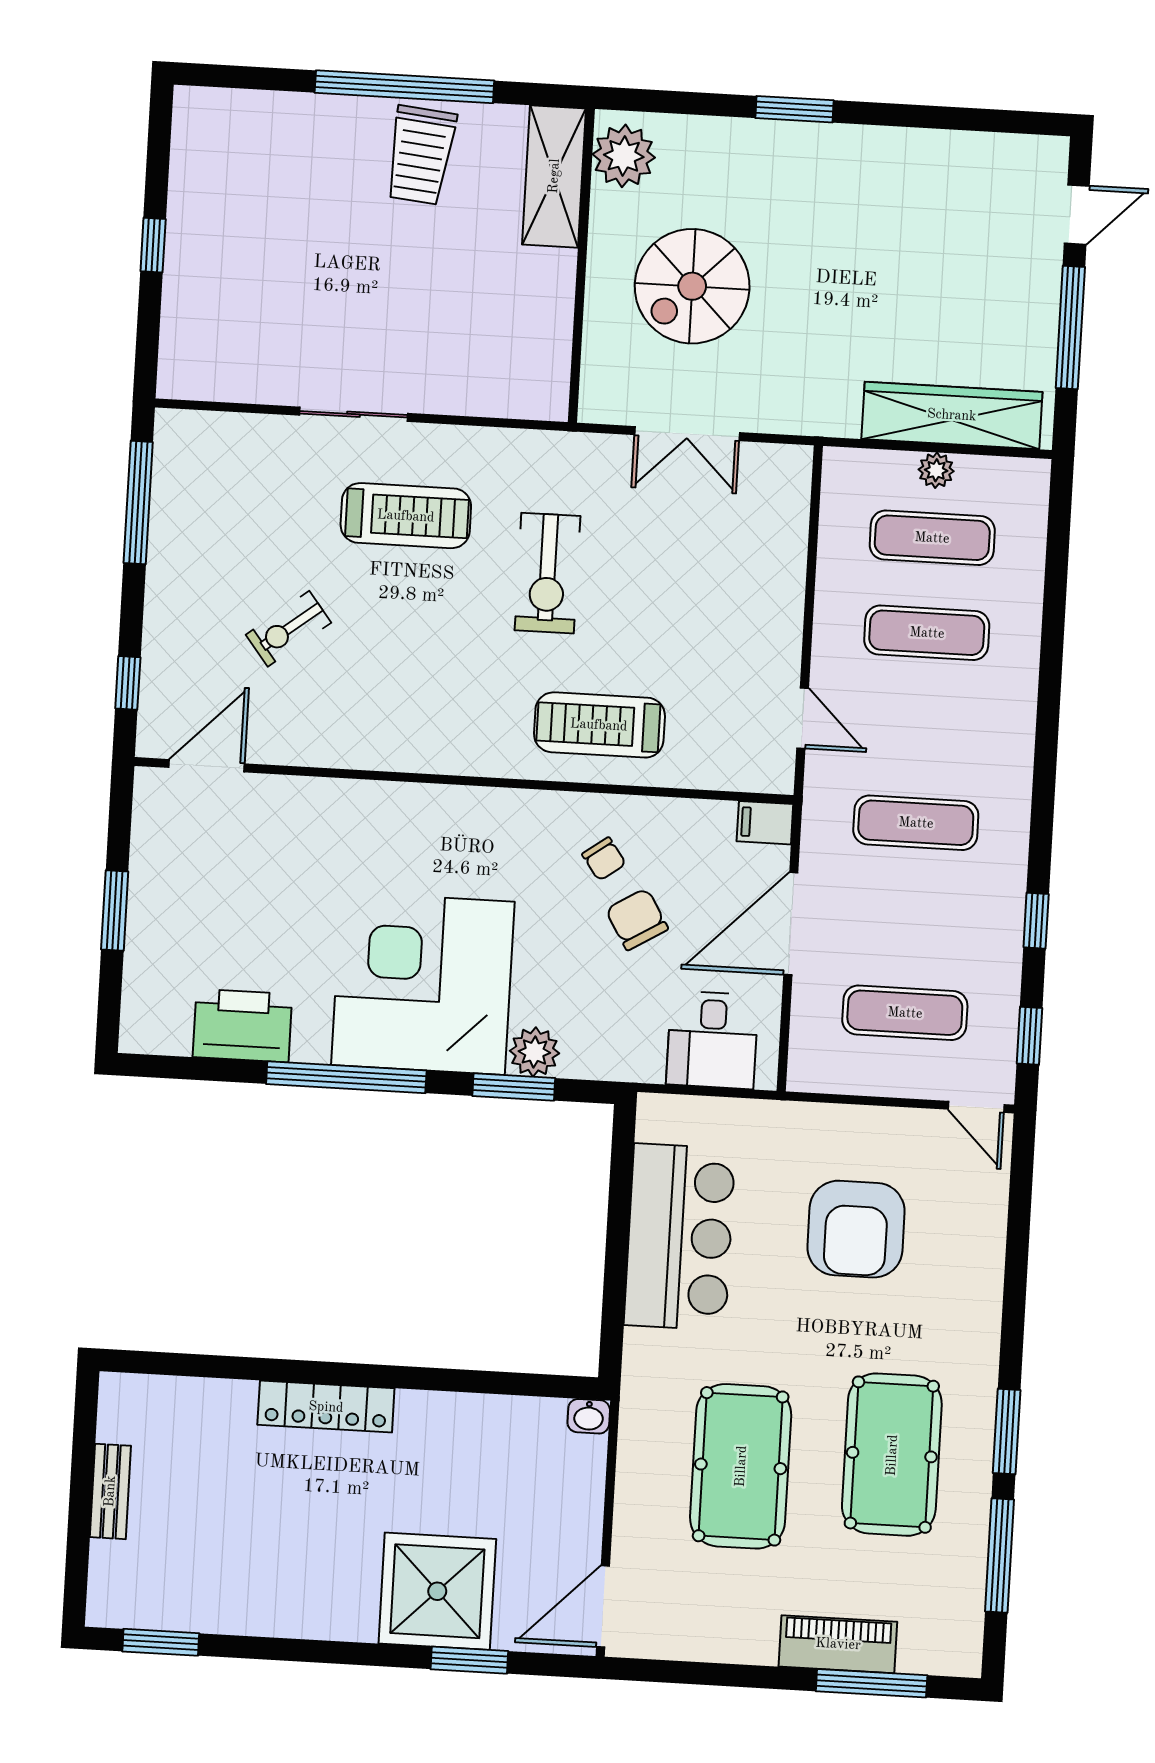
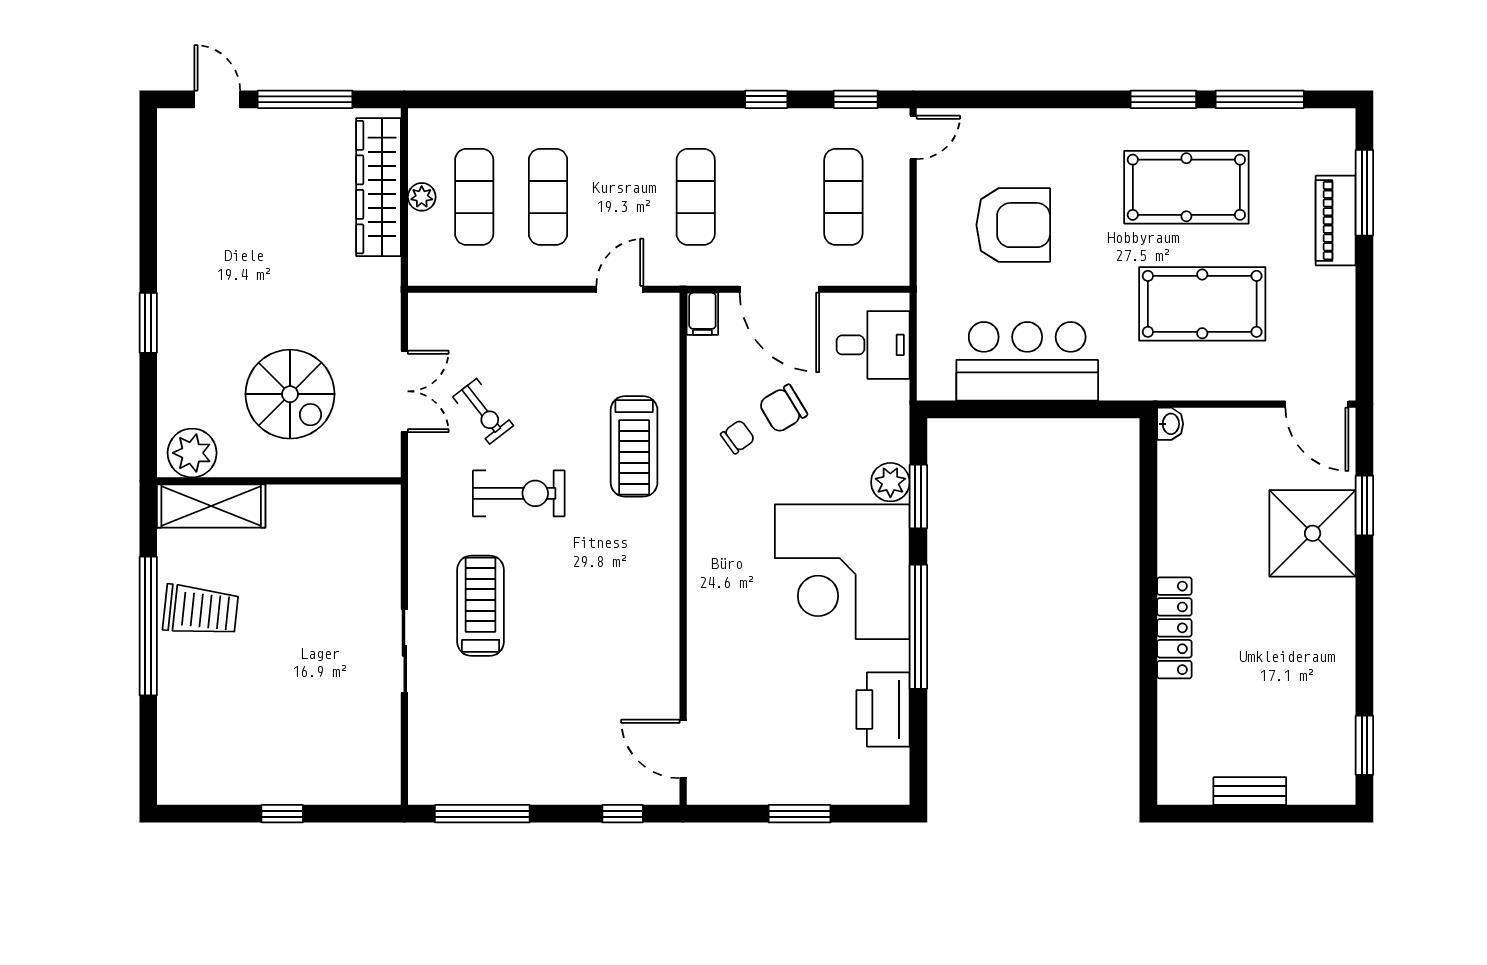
exercise bike: (288, 629) -> (483, 411), moved

